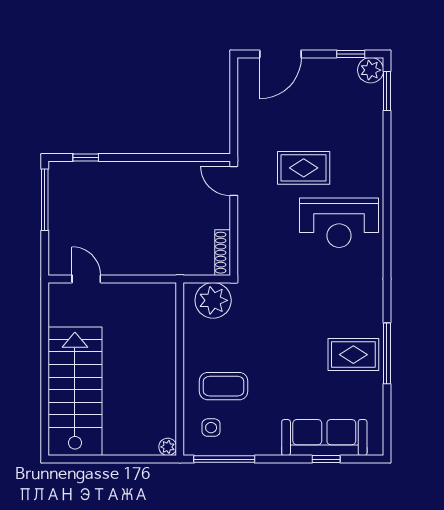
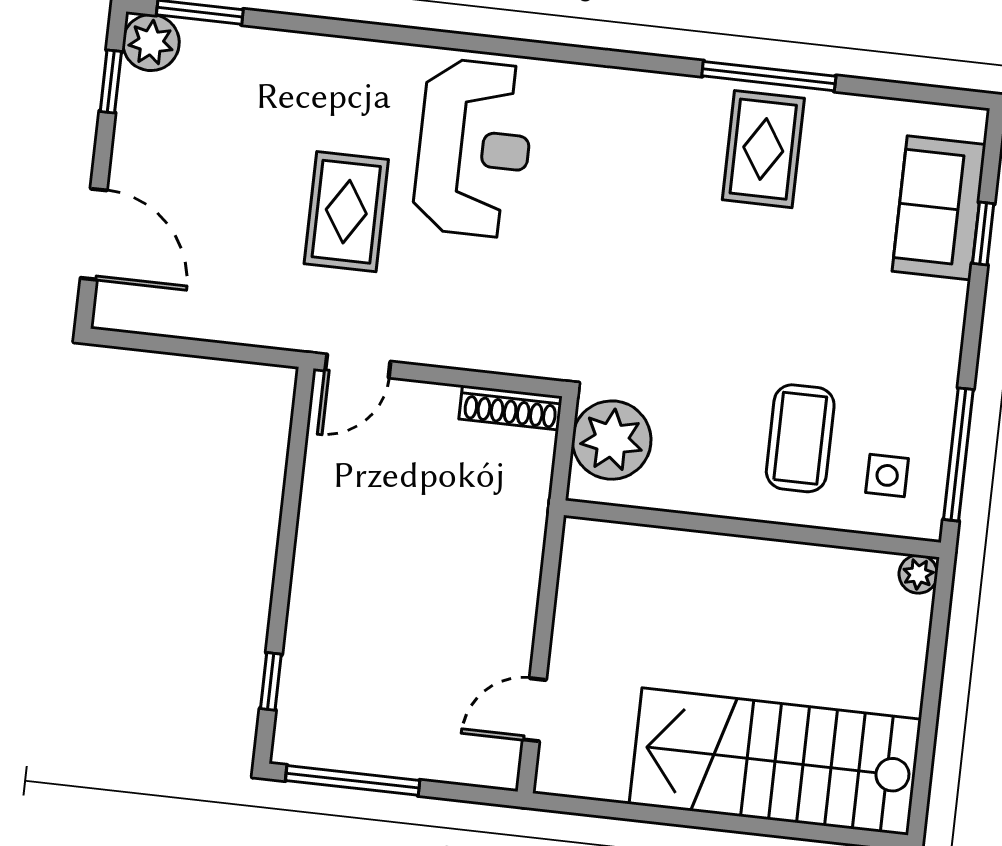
sofa: (324, 438) -> (939, 208), width x0.73

